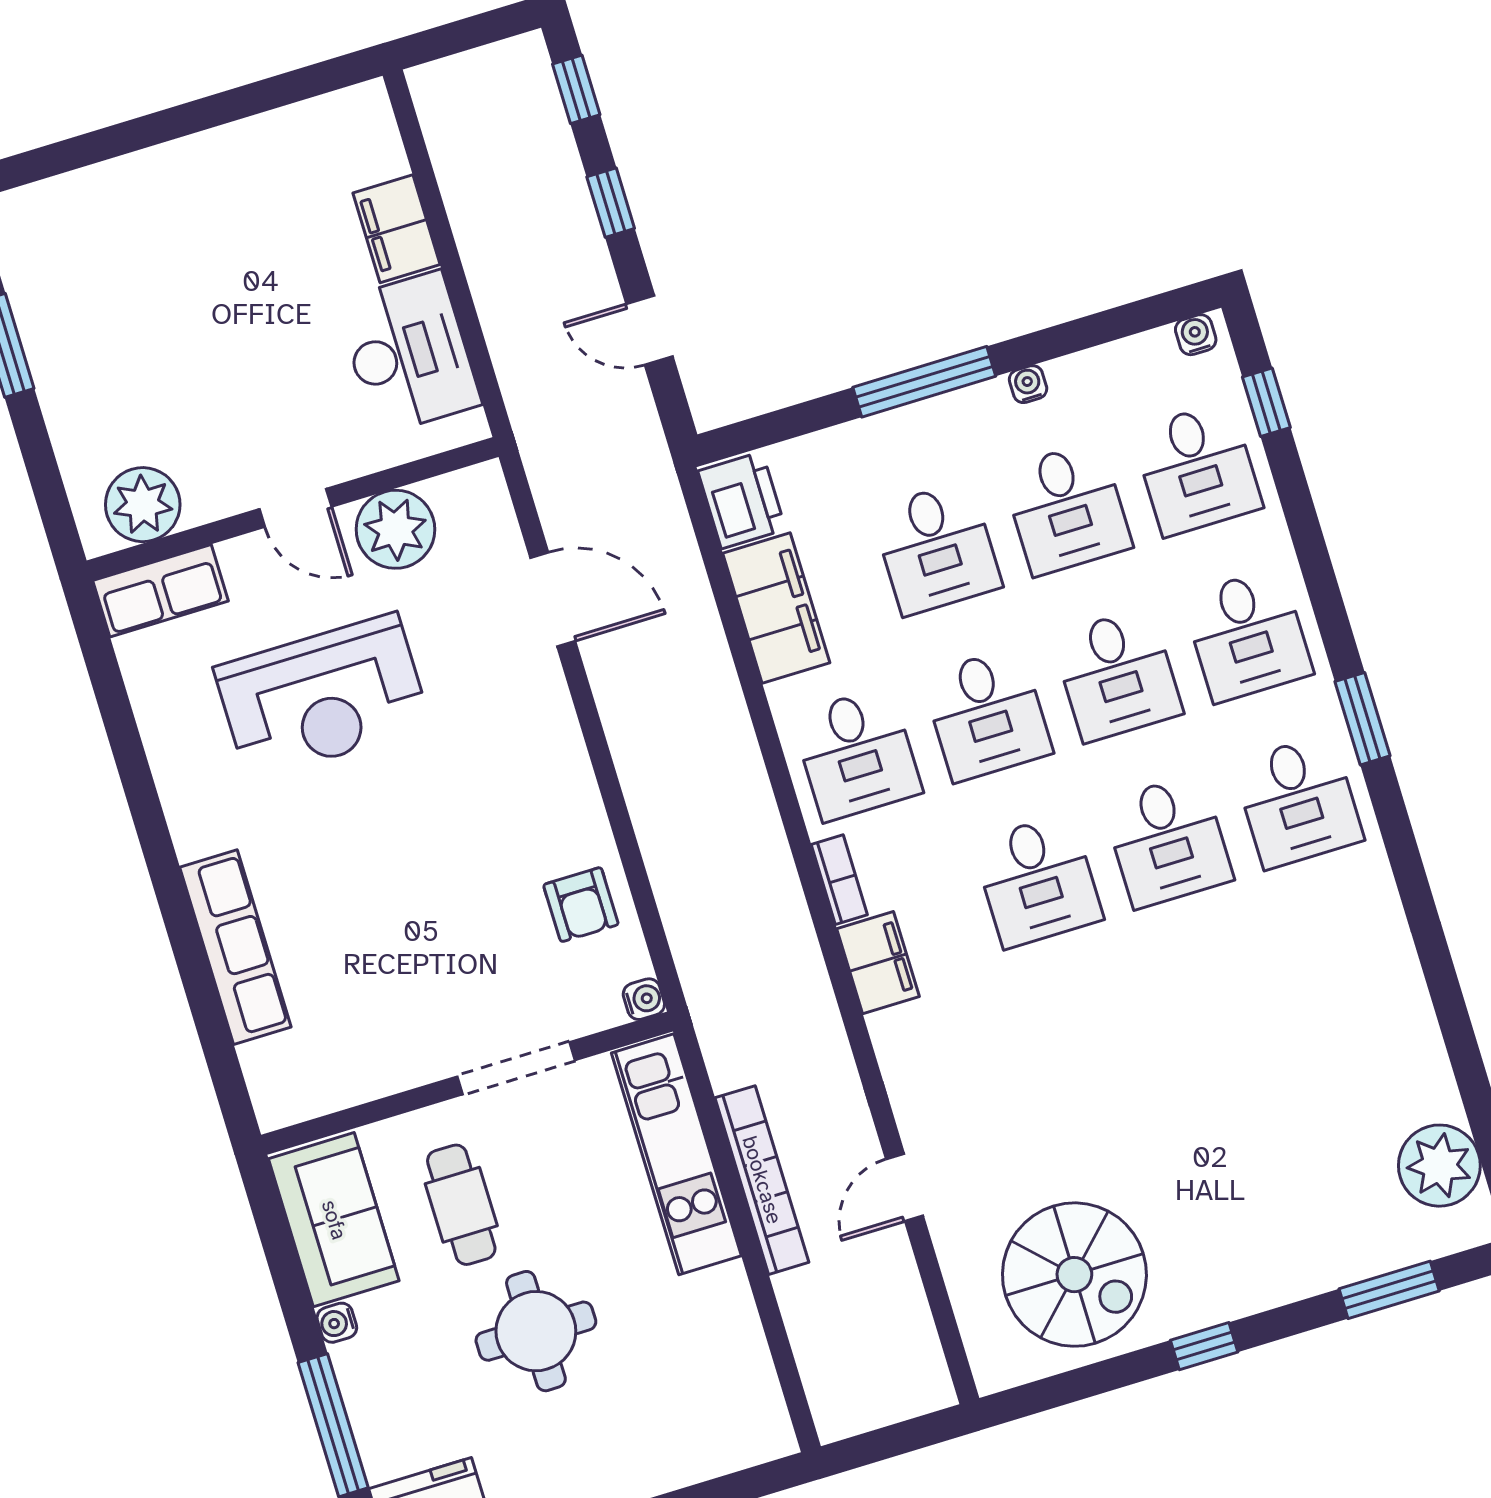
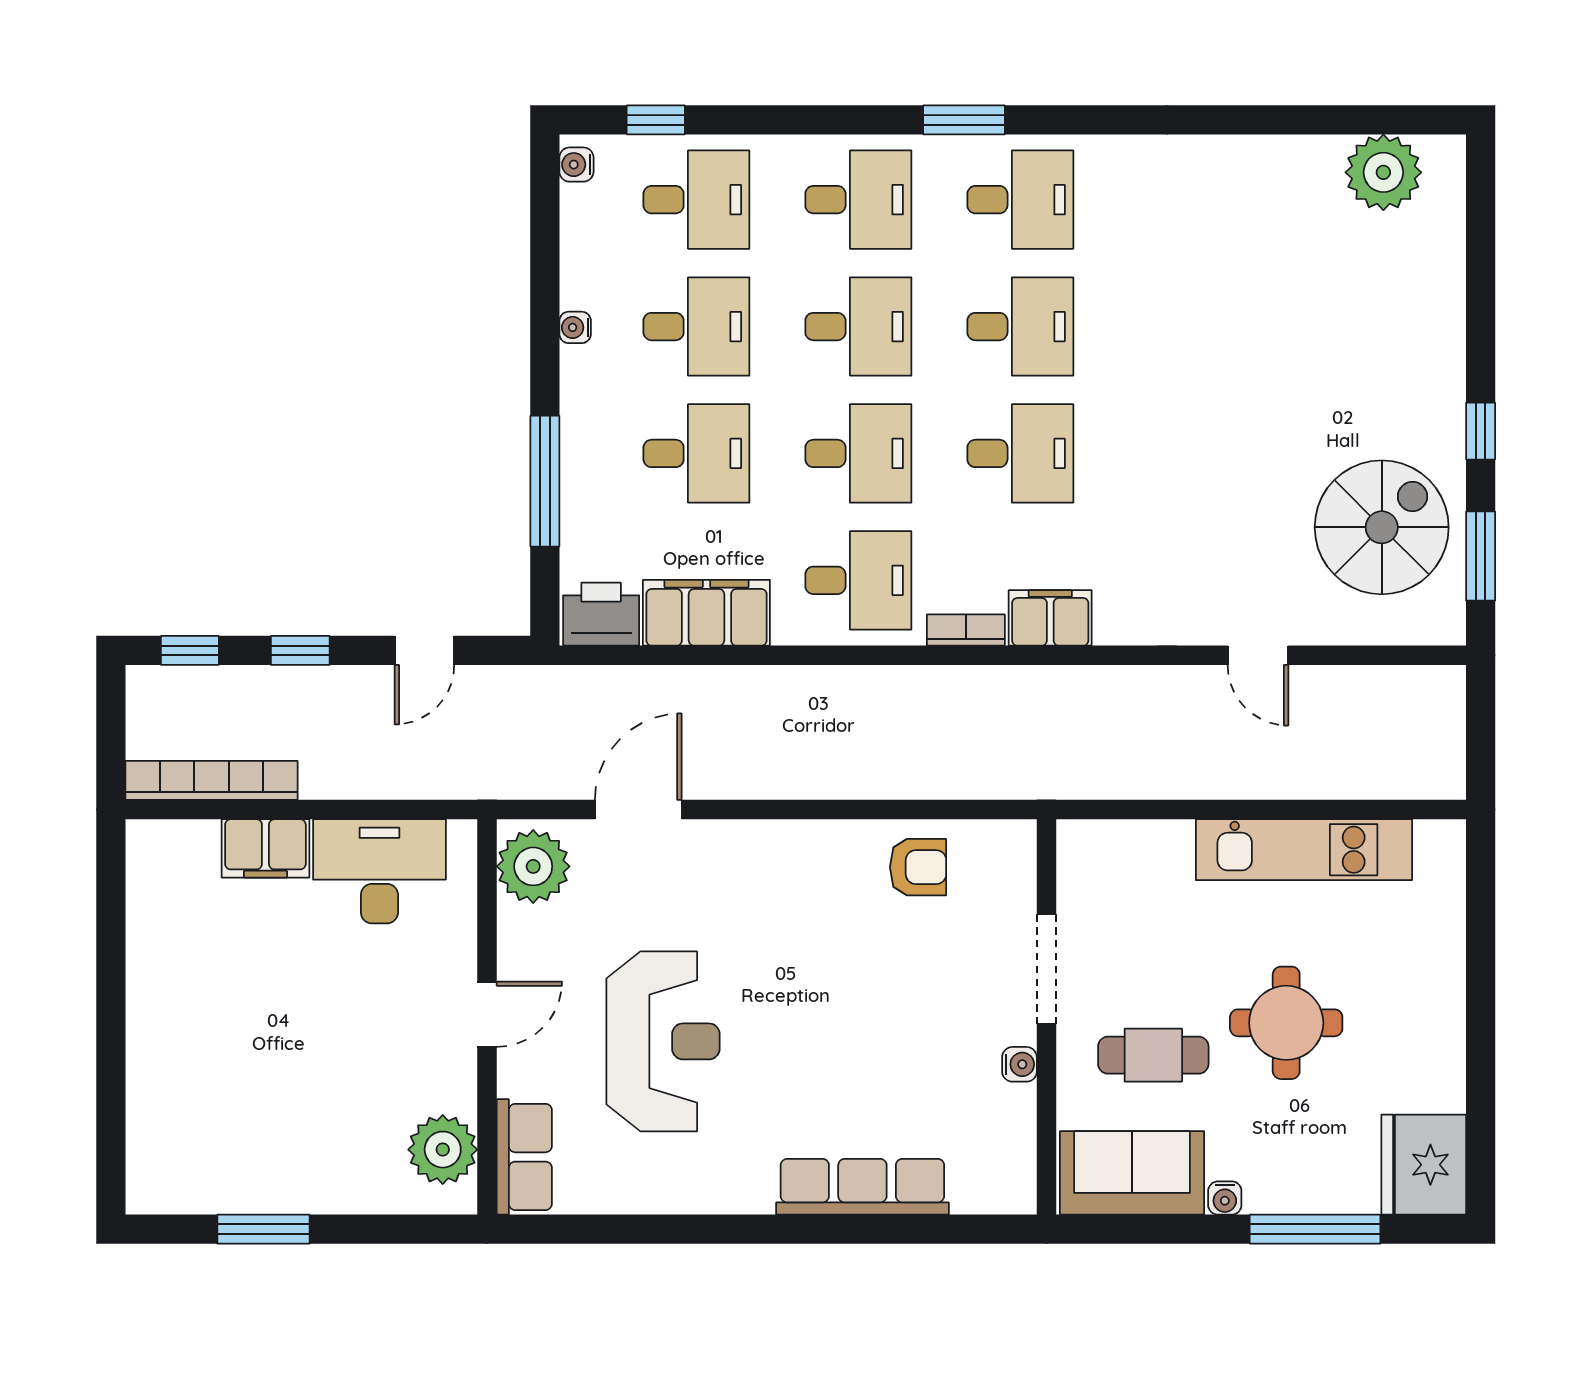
window: (924, 382) -> (545, 481), moved
plant: (395, 529) -> (533, 866), moved
water cooler: (644, 999) -> (1019, 1064), moved, turned 90
kitchen unit: (676, 1154) -> (1304, 850), moved
bookcase: (762, 1180) -> (211, 780), moved
window: (1389, 1290) -> (1481, 556), moved

